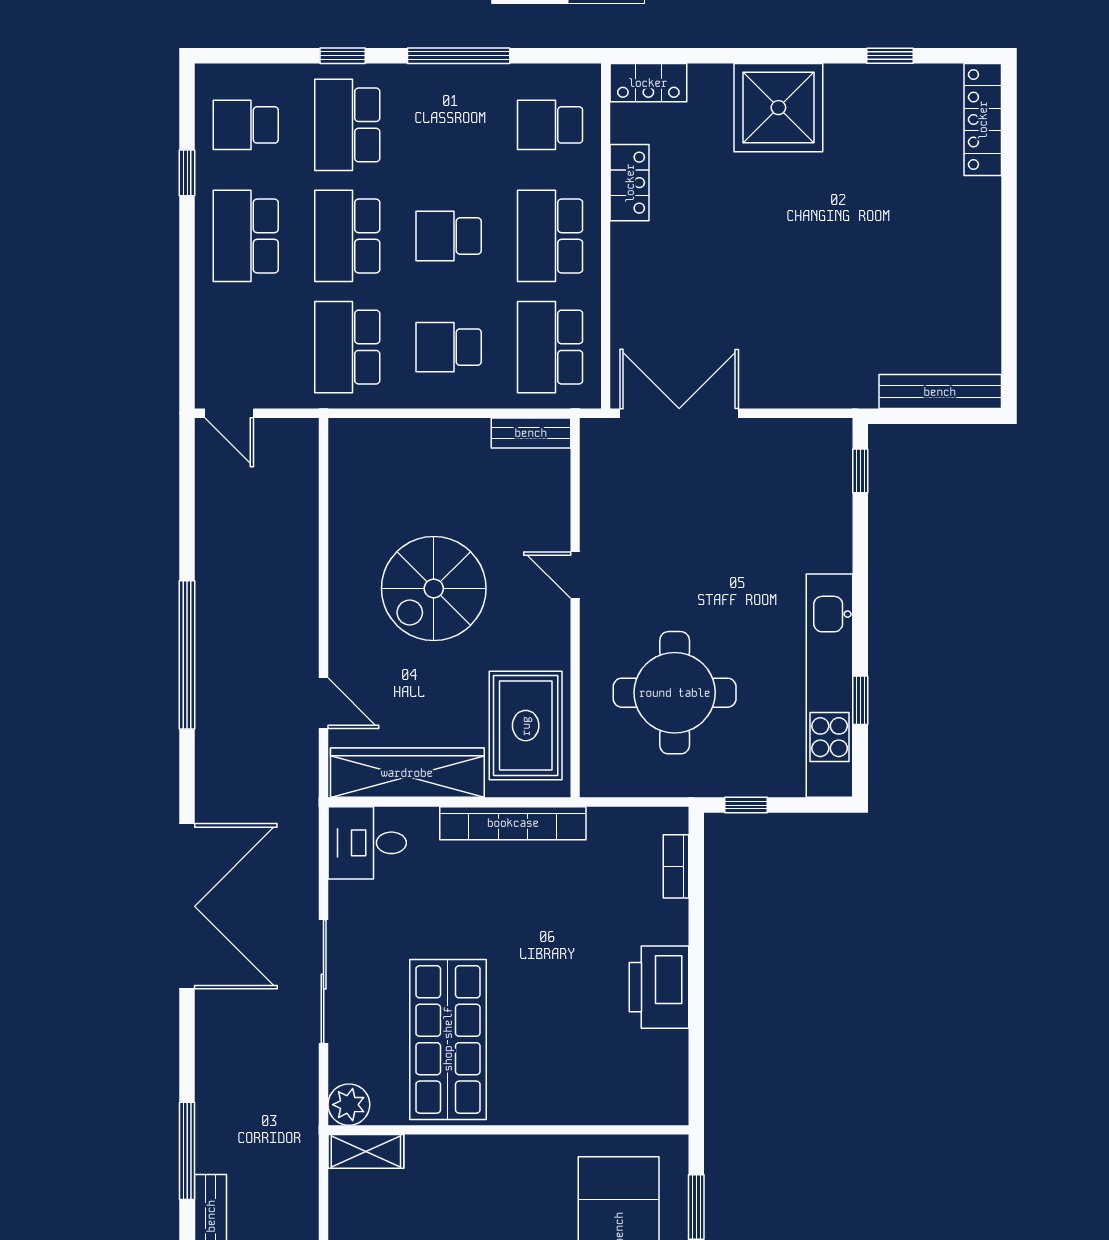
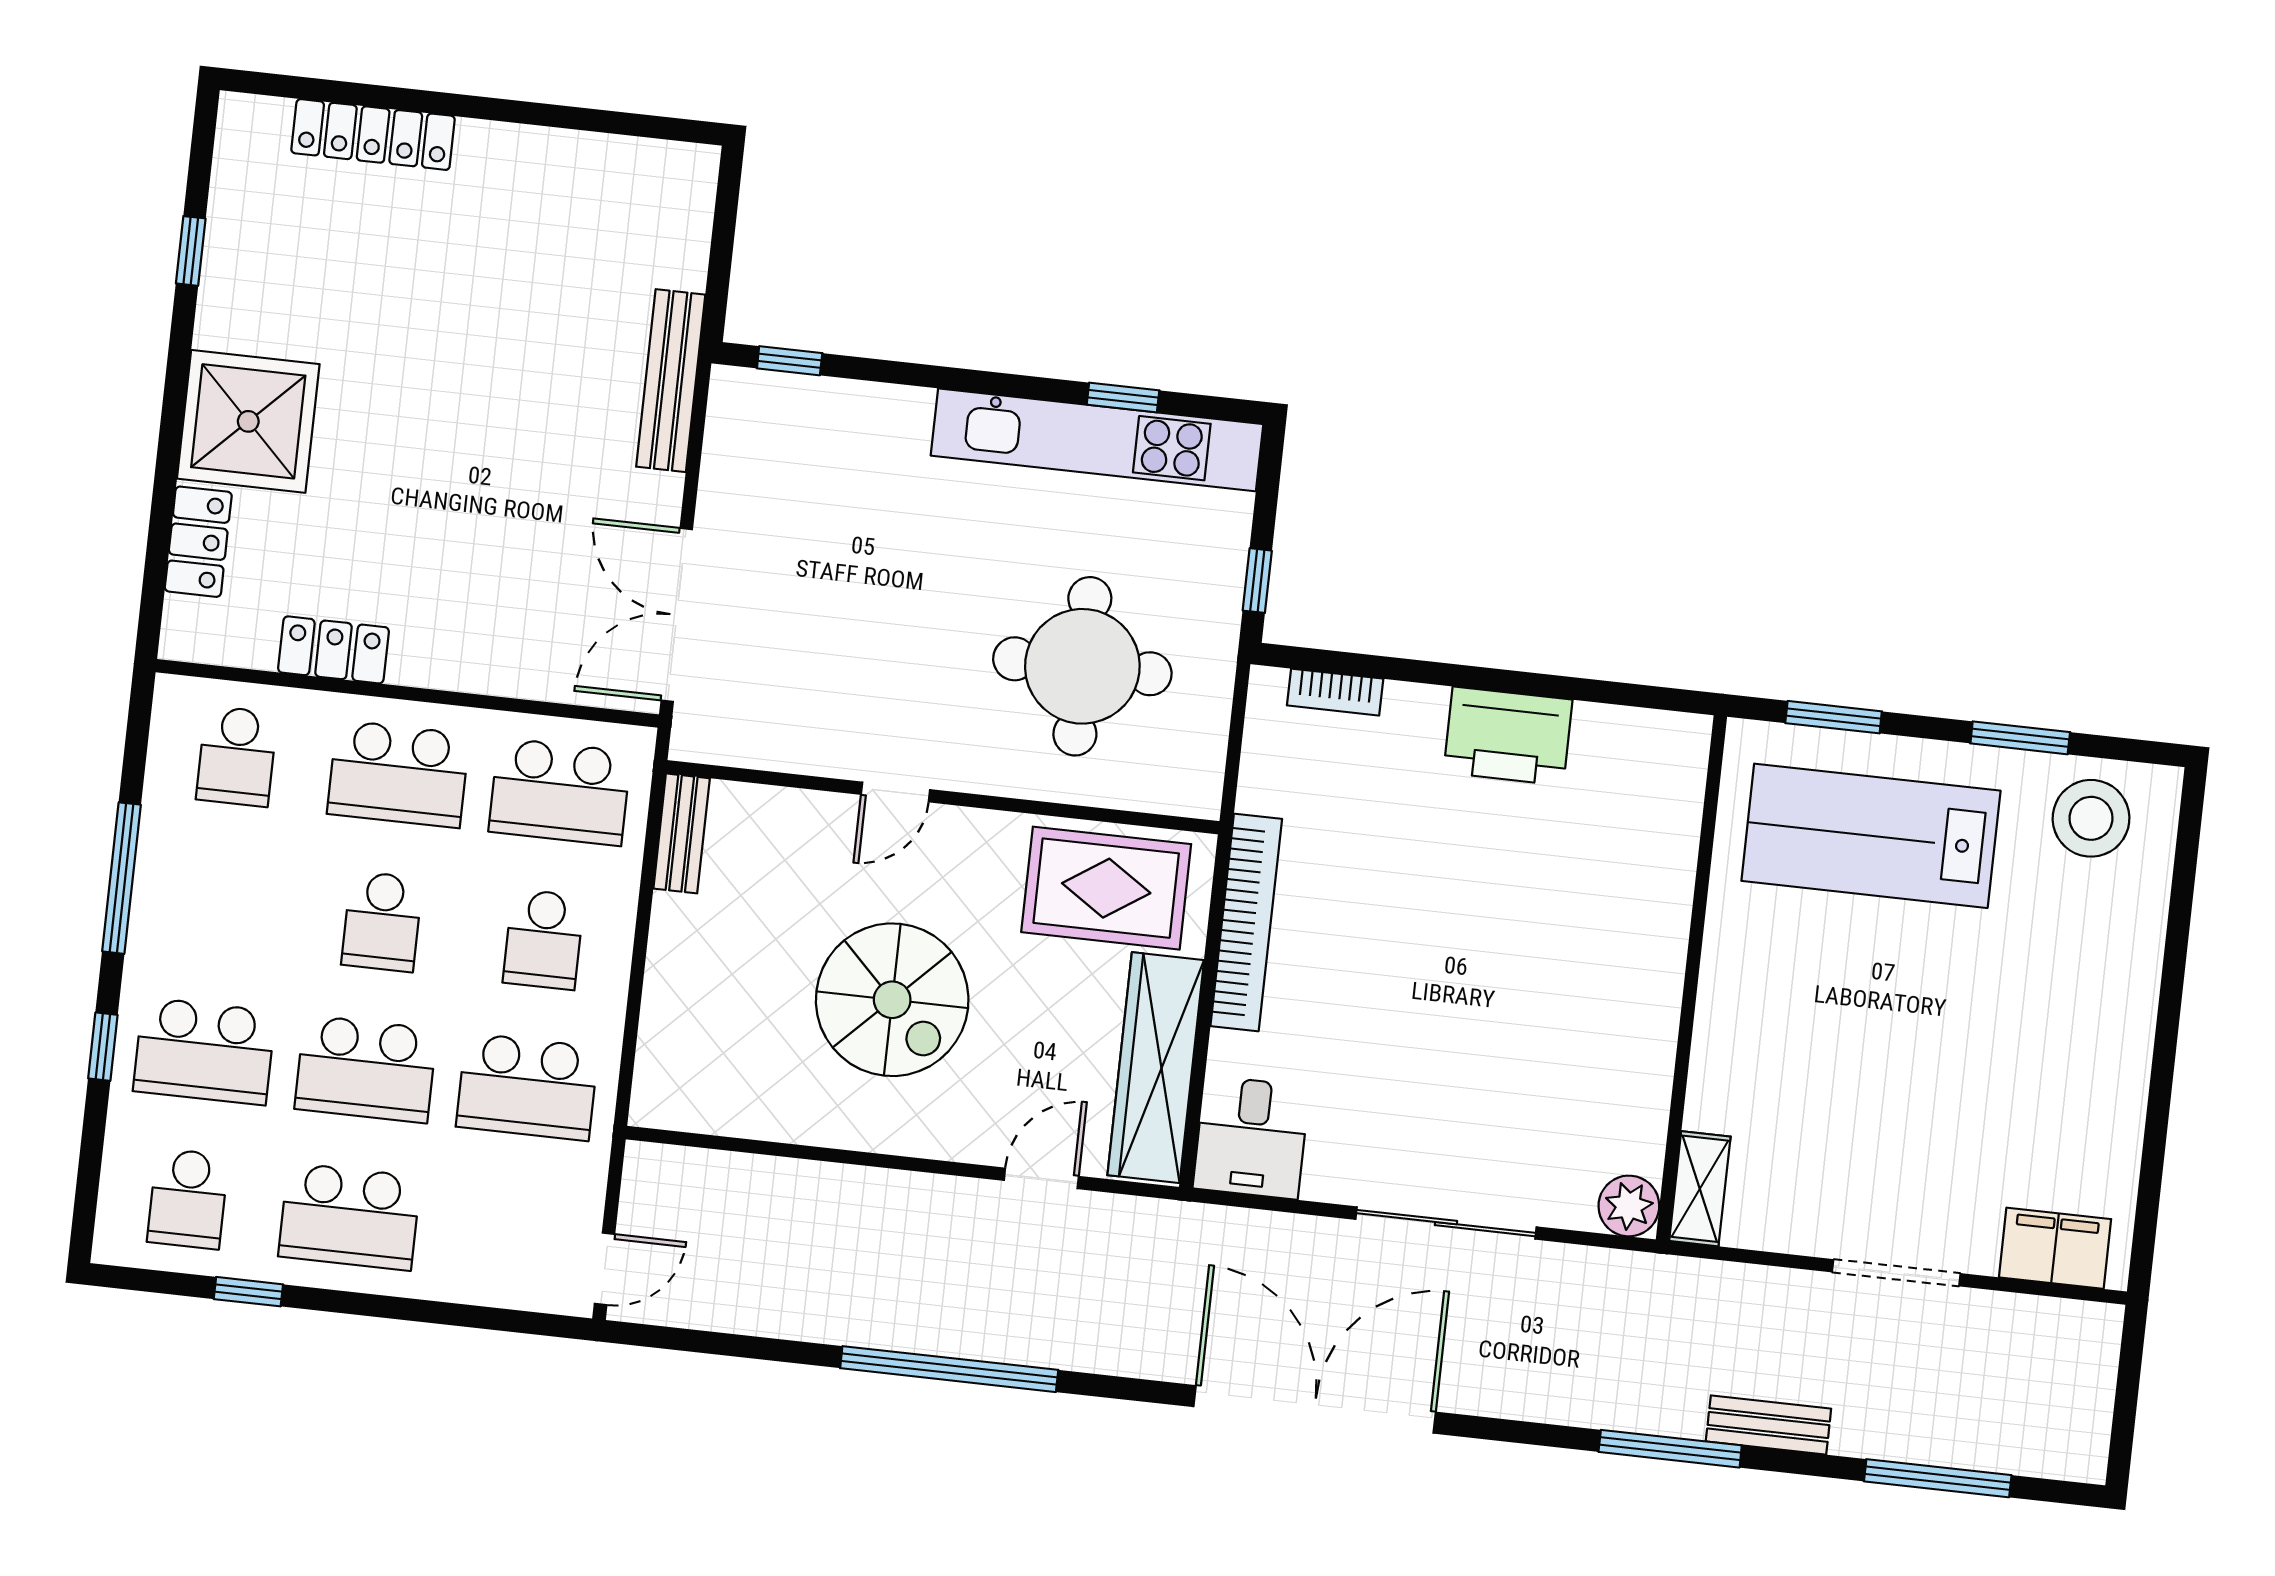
locker: (648, 83) -> (198, 542), moved
locker: (983, 120) -> (373, 135), moved
bench: (940, 392) -> (671, 381), moved
shop shelf: (448, 1039) -> (1550, 1051), removed

